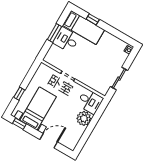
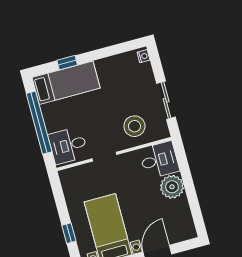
window: (55, 33) -> (39, 123), width x2.11
desk: (66, 40) -> (68, 145), moved
stool: (94, 76) -> (134, 126), added

